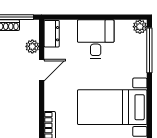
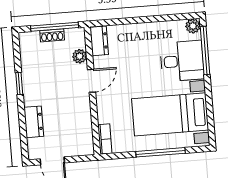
desk: (96, 39) -> (182, 61), moved, turned 90

